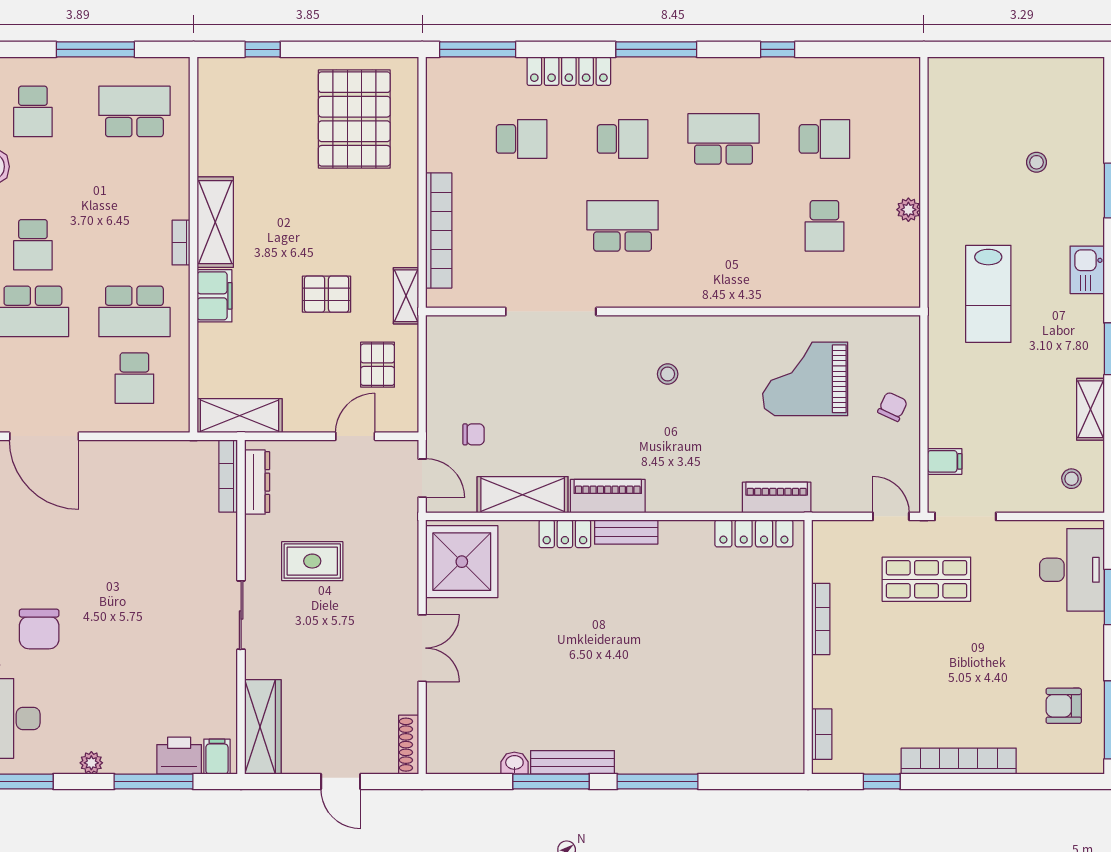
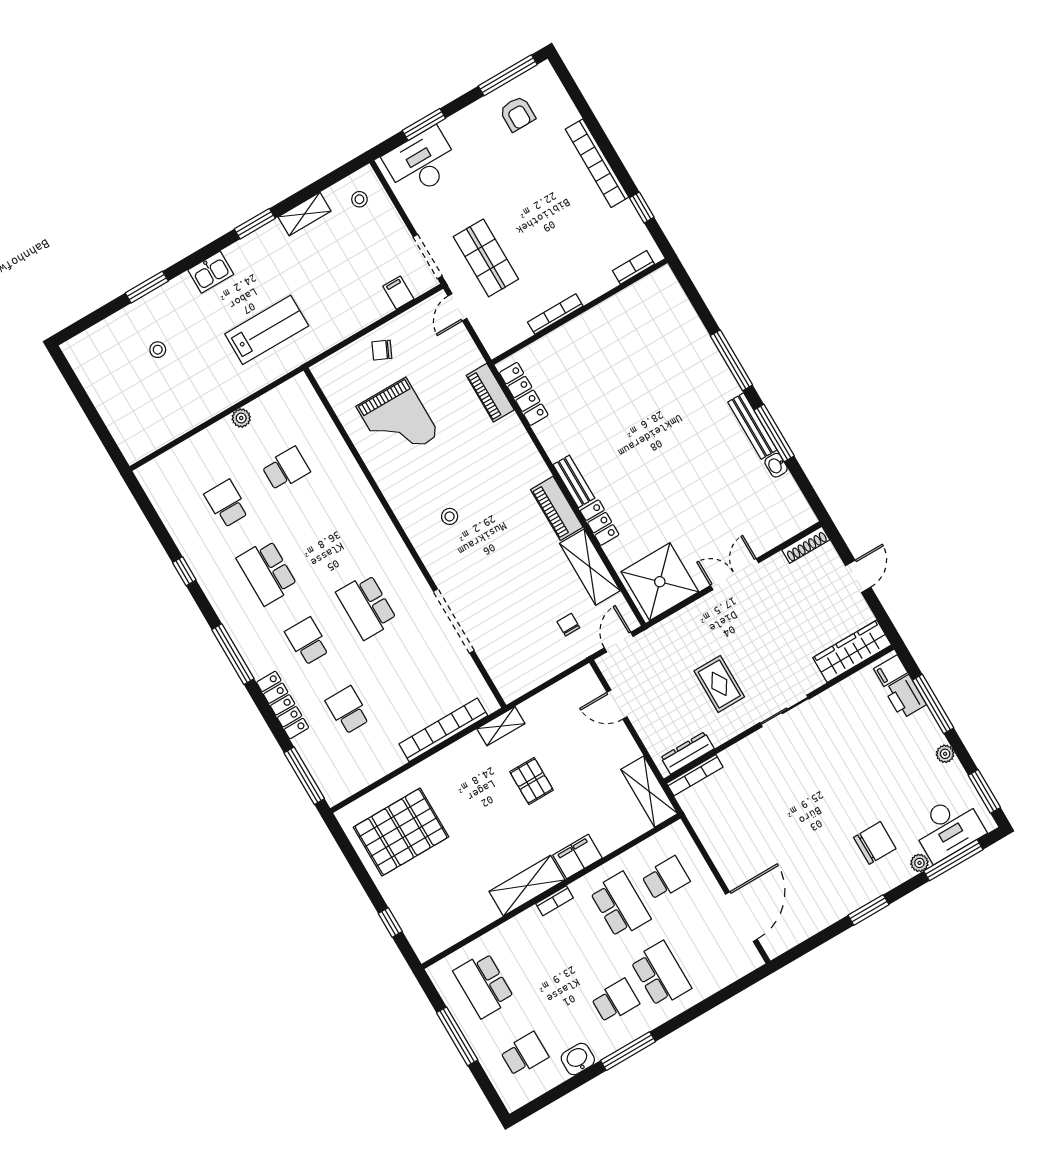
pallet: (378, 365) -> (559, 718), removed

